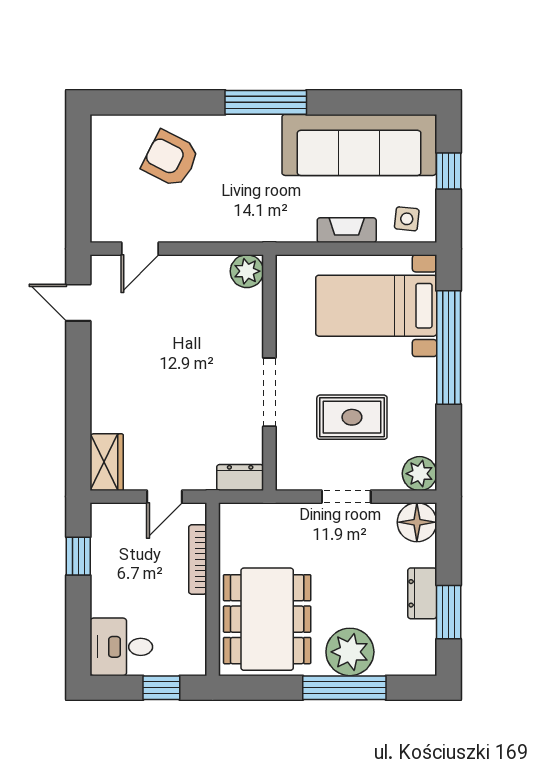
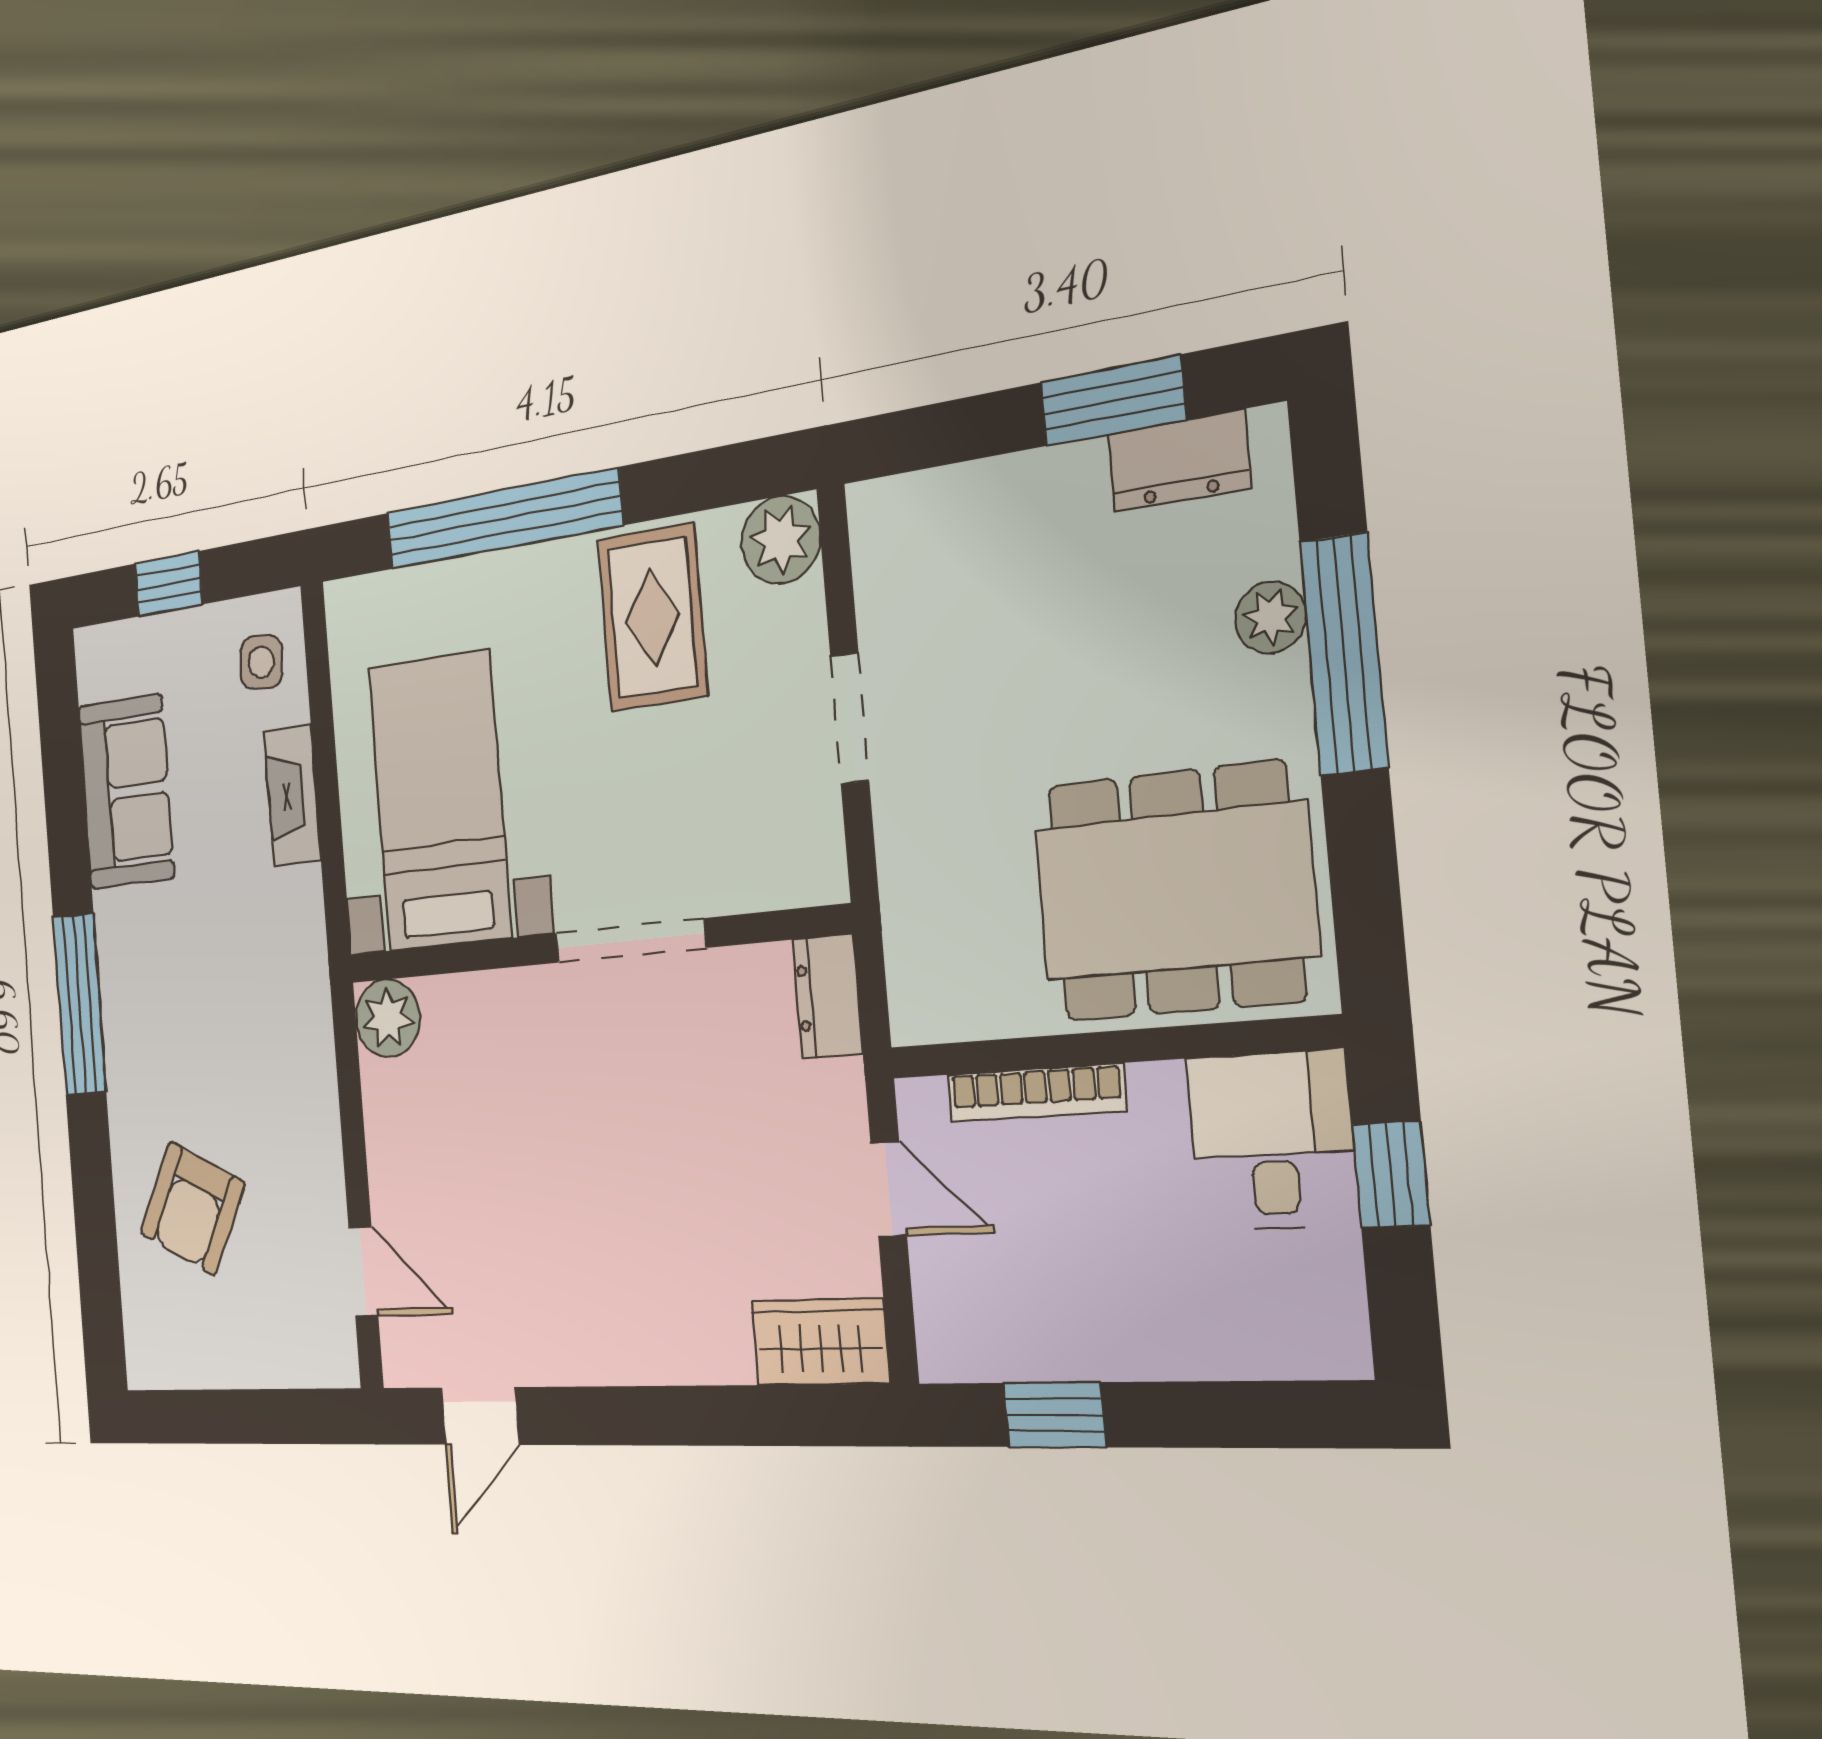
sofa: (359, 145) -> (126, 792), width x0.54, depth x0.79
bed with nightstands: (376, 306) -> (439, 801), moved, turned 180
rug: (352, 417) -> (652, 618), moved
floor lamp: (417, 522) -> (895, 526), removed
dresser: (422, 593) -> (1179, 461), moved
desk: (121, 647) -> (1272, 1140), moved, turned 180
plant: (350, 652) -> (1271, 617), width x0.53, depth x0.53

